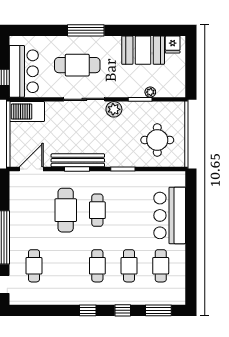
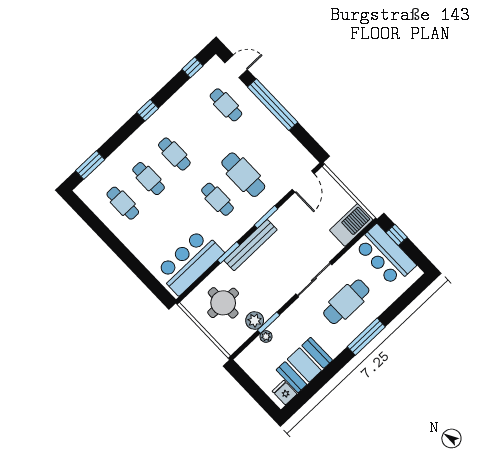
plant: (114, 109) -> (255, 320), moved
bench: (78, 160) -> (251, 245), moved
bar counter: (170, 215) -> (190, 262), moved, turned -90
window: (123, 310) -> (193, 67), moved

